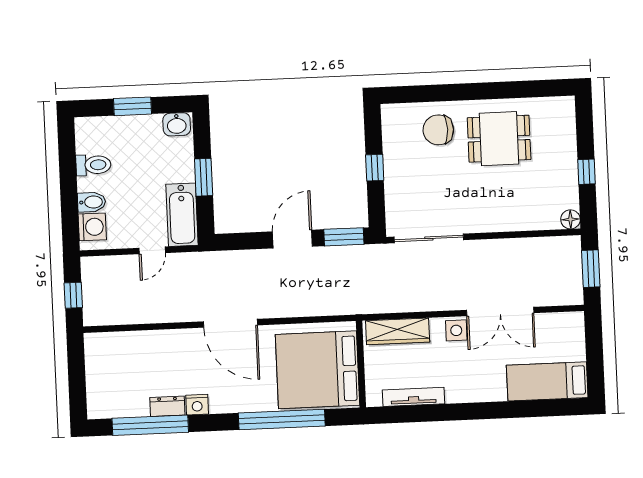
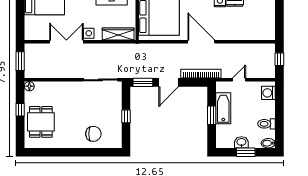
washbasin: (177, 124) -> (241, 142), moved
dining table: (499, 139) -> (41, 122), moved, turned 90
bidet: (92, 202) -> (268, 143), moved
bathtub: (182, 215) -> (223, 108), moved
bookcase: (229, 259) -> (201, 74), added

